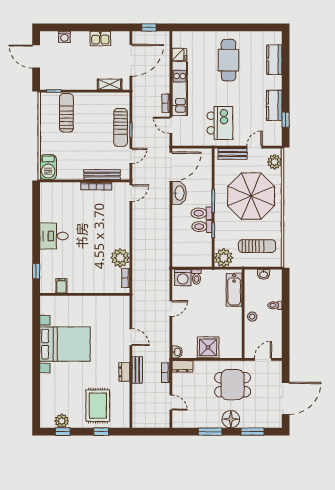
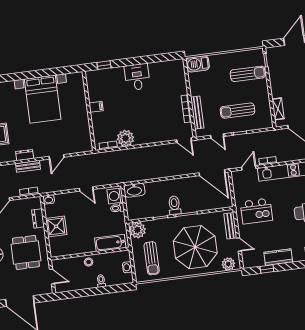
sun lounger: (121, 127) -> (237, 111), moved
washbasin: (179, 193) -> (134, 190), moved
toilet: (202, 227) -> (163, 207), removed
filing cabinet: (62, 286) -> (96, 107), moved
dresser: (182, 366) -> (38, 218), moved

